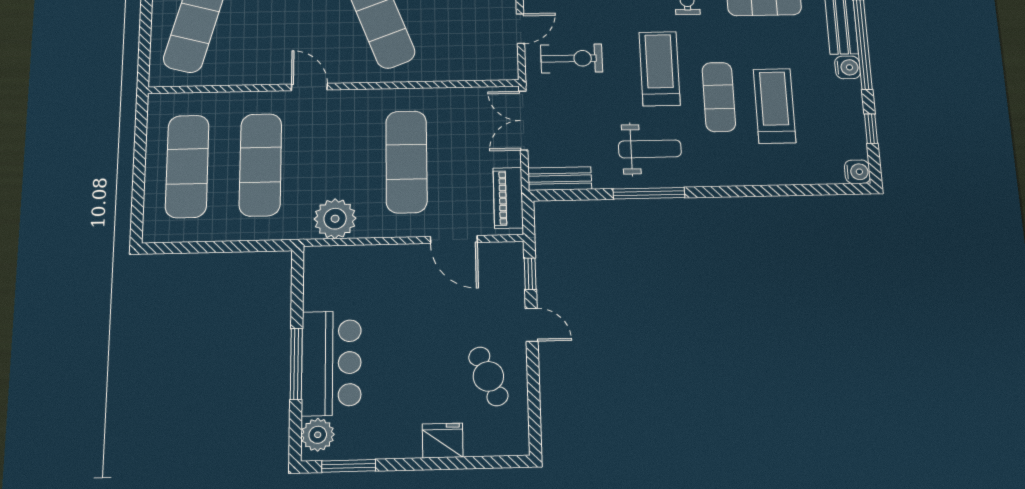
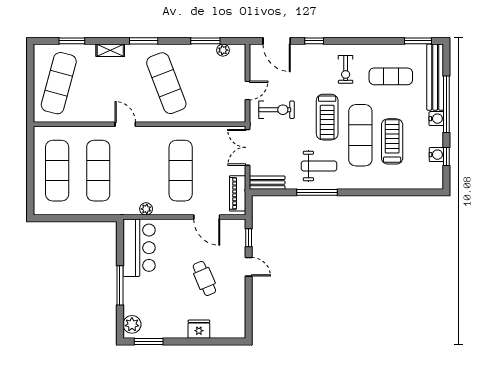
treadmill: (660, 69) -> (327, 117), turned 180
exercise mat: (719, 97) -> (360, 135), width x1.36, depth x1.45
water cooler: (857, 172) -> (436, 155), moved
plant: (335, 219) -> (146, 209), width x0.53, depth x0.53
bar counter: (331, 363) -> (139, 248), moved
cafe table: (488, 376) -> (204, 278), moved

